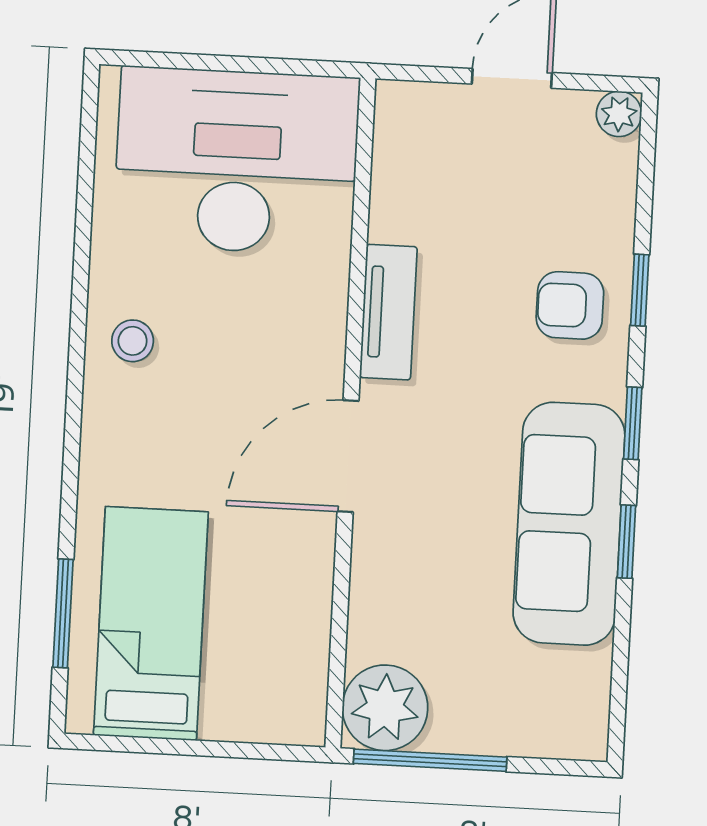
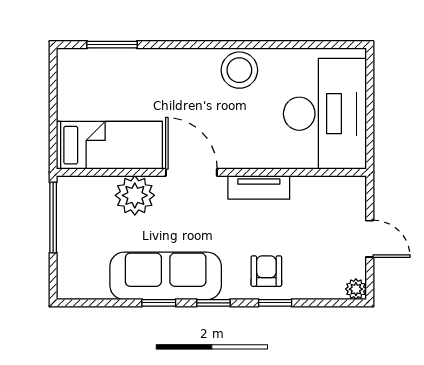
stool: (133, 341) -> (239, 70), width x1.89, depth x1.89
bed: (151, 624) -> (109, 145), moved
plant: (385, 708) -> (135, 195), moved

